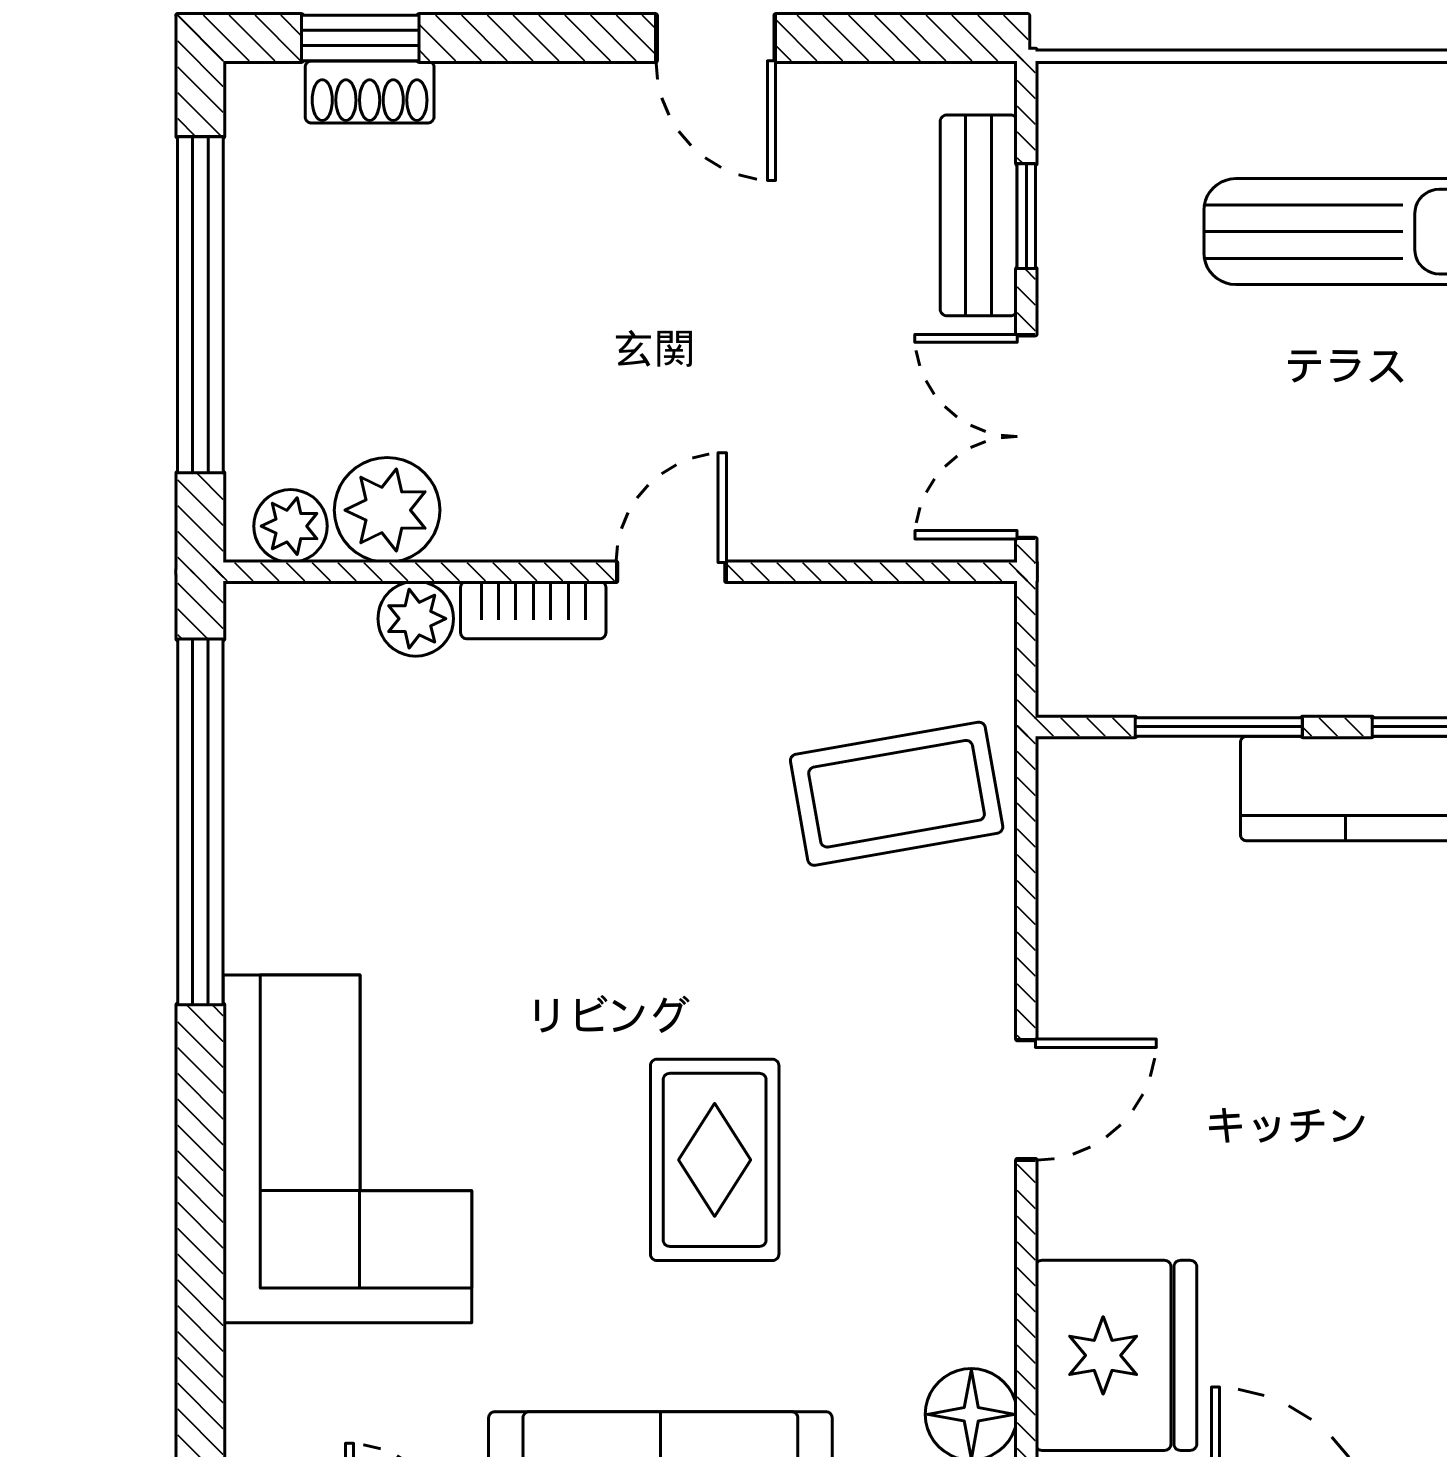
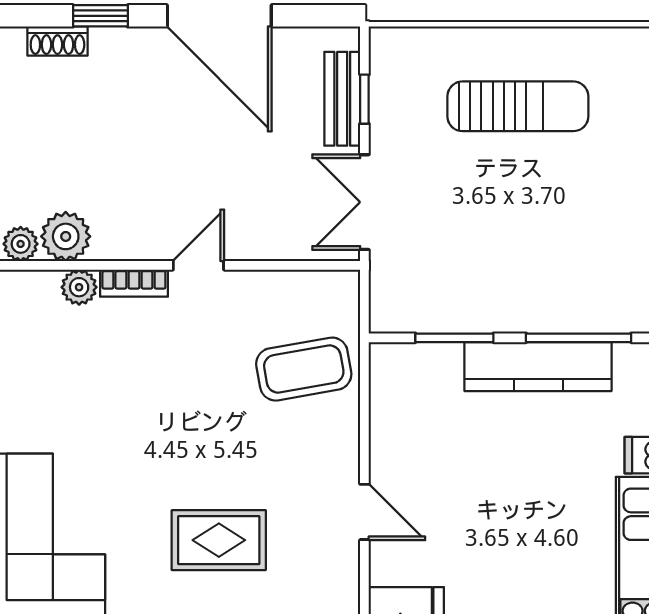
window: (360, 38) -> (100, 16), moved
door: (716, 38) -> (219, 16), width x1.87
door: (1026, 1100) -> (364, 512), hinge flipped
rug: (715, 1160) -> (219, 540), turned 90

